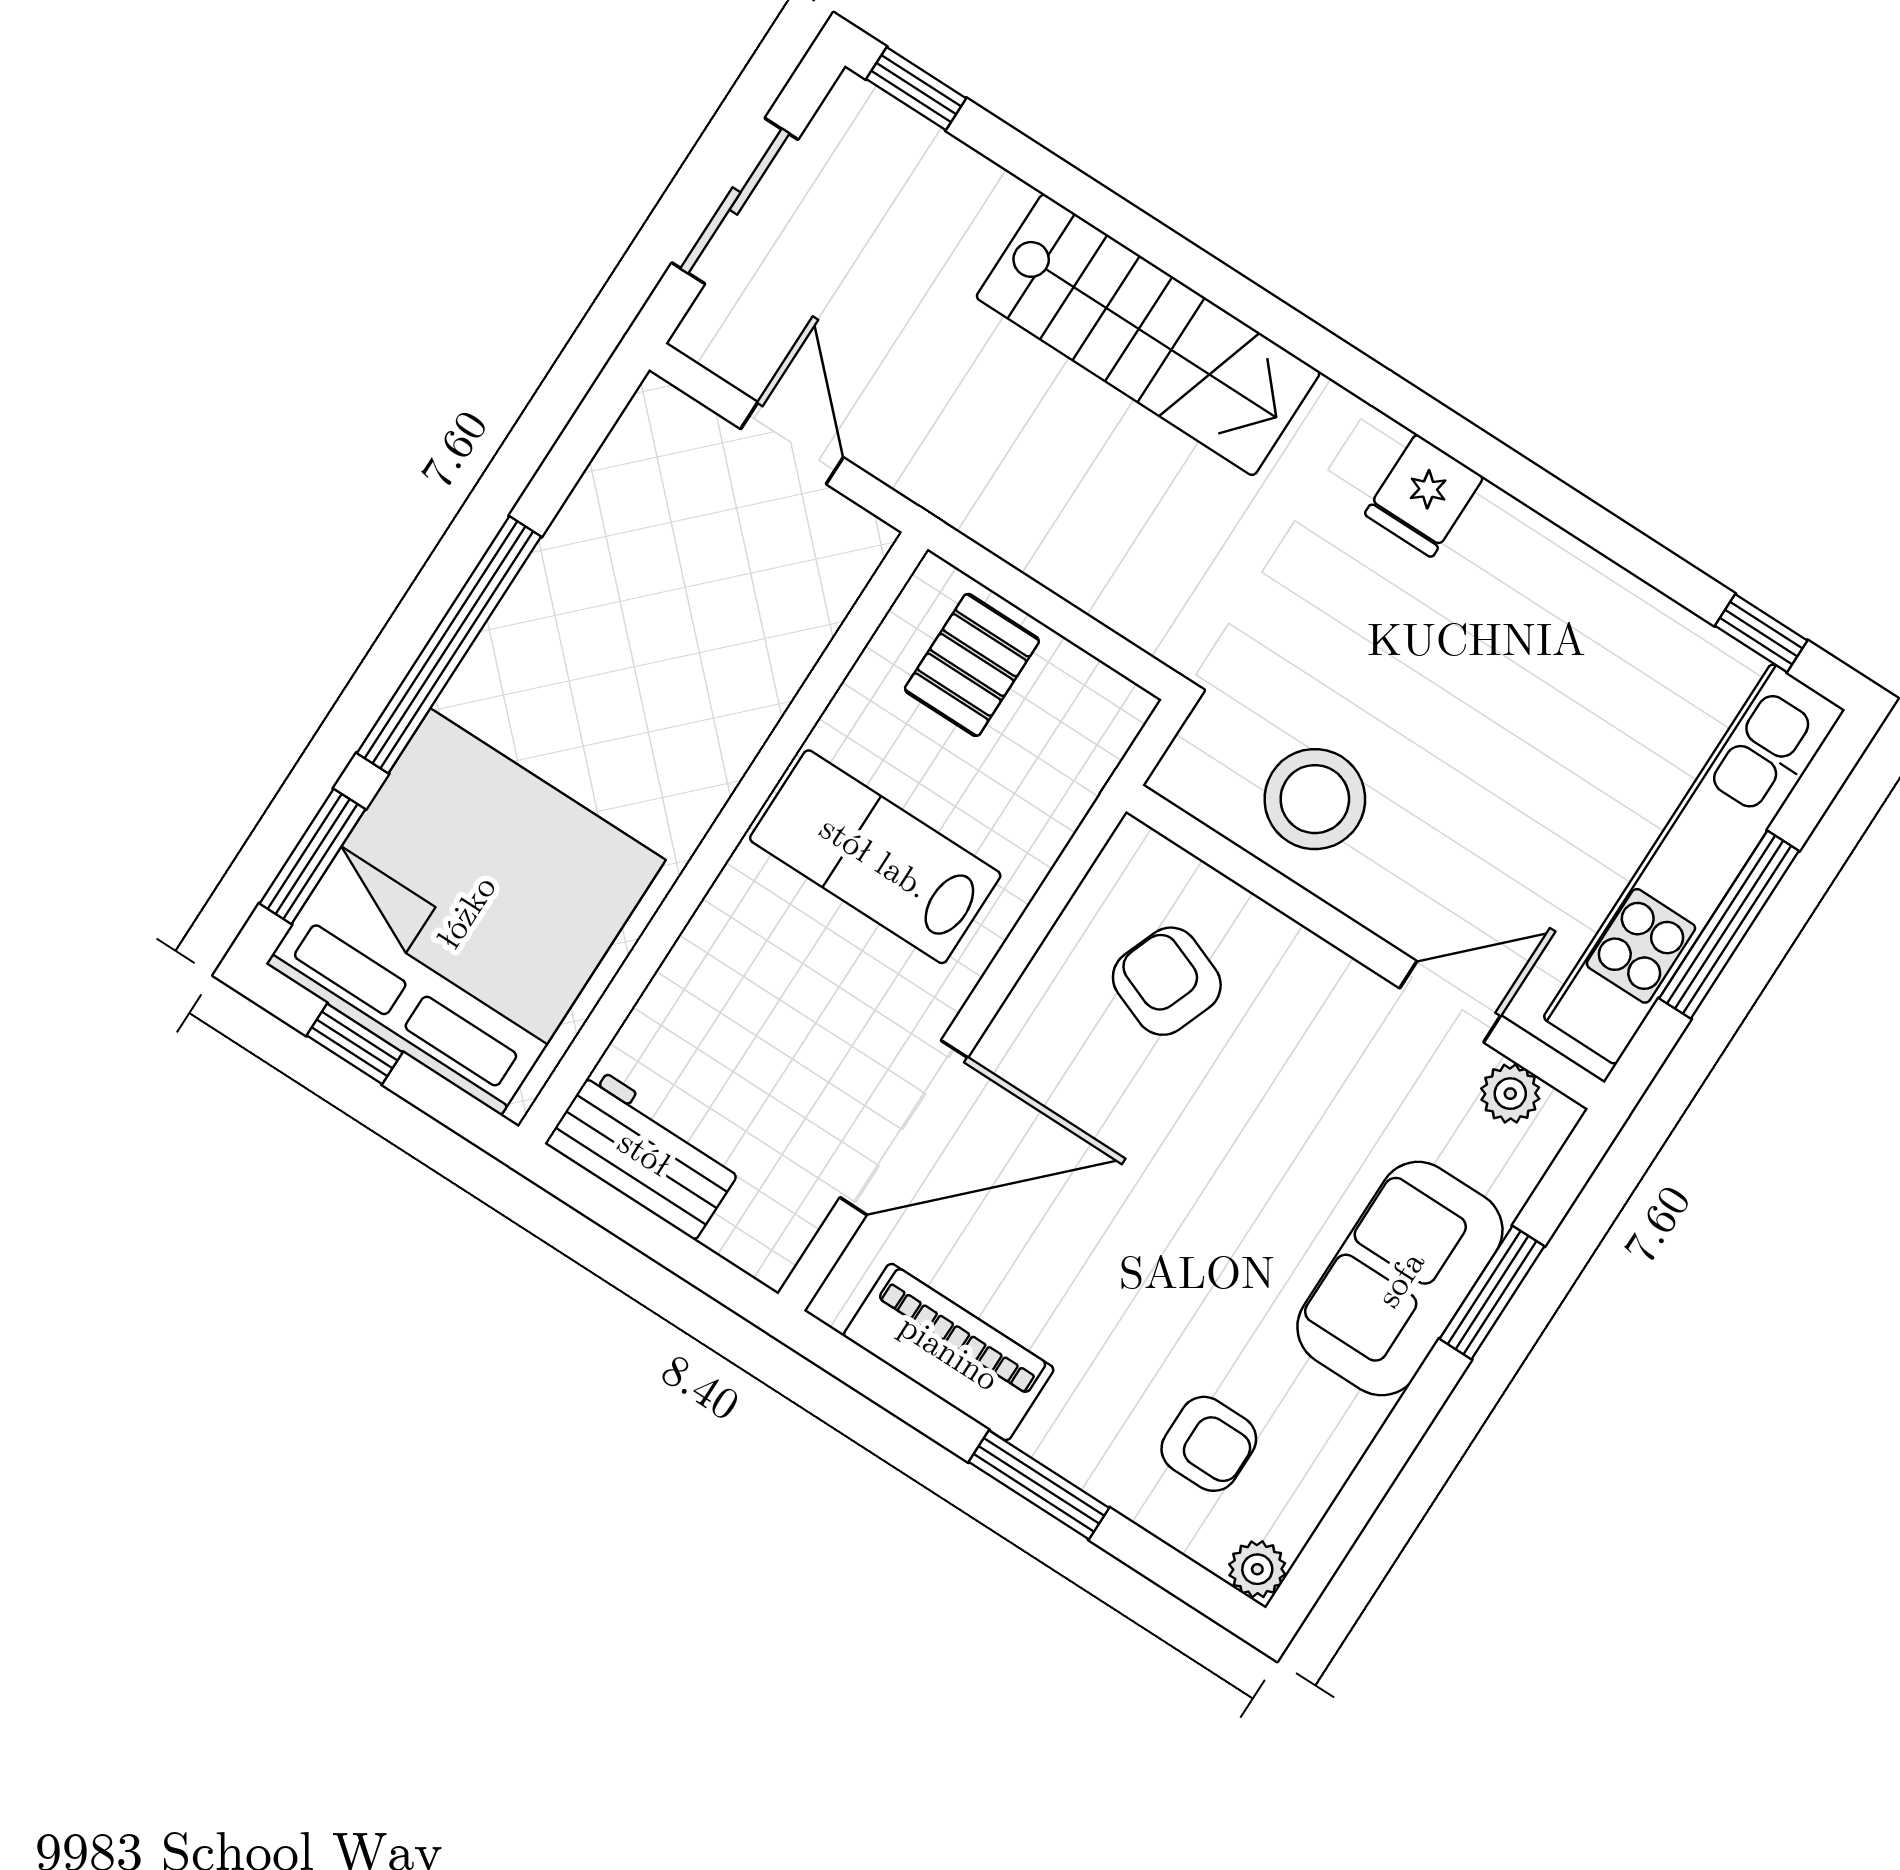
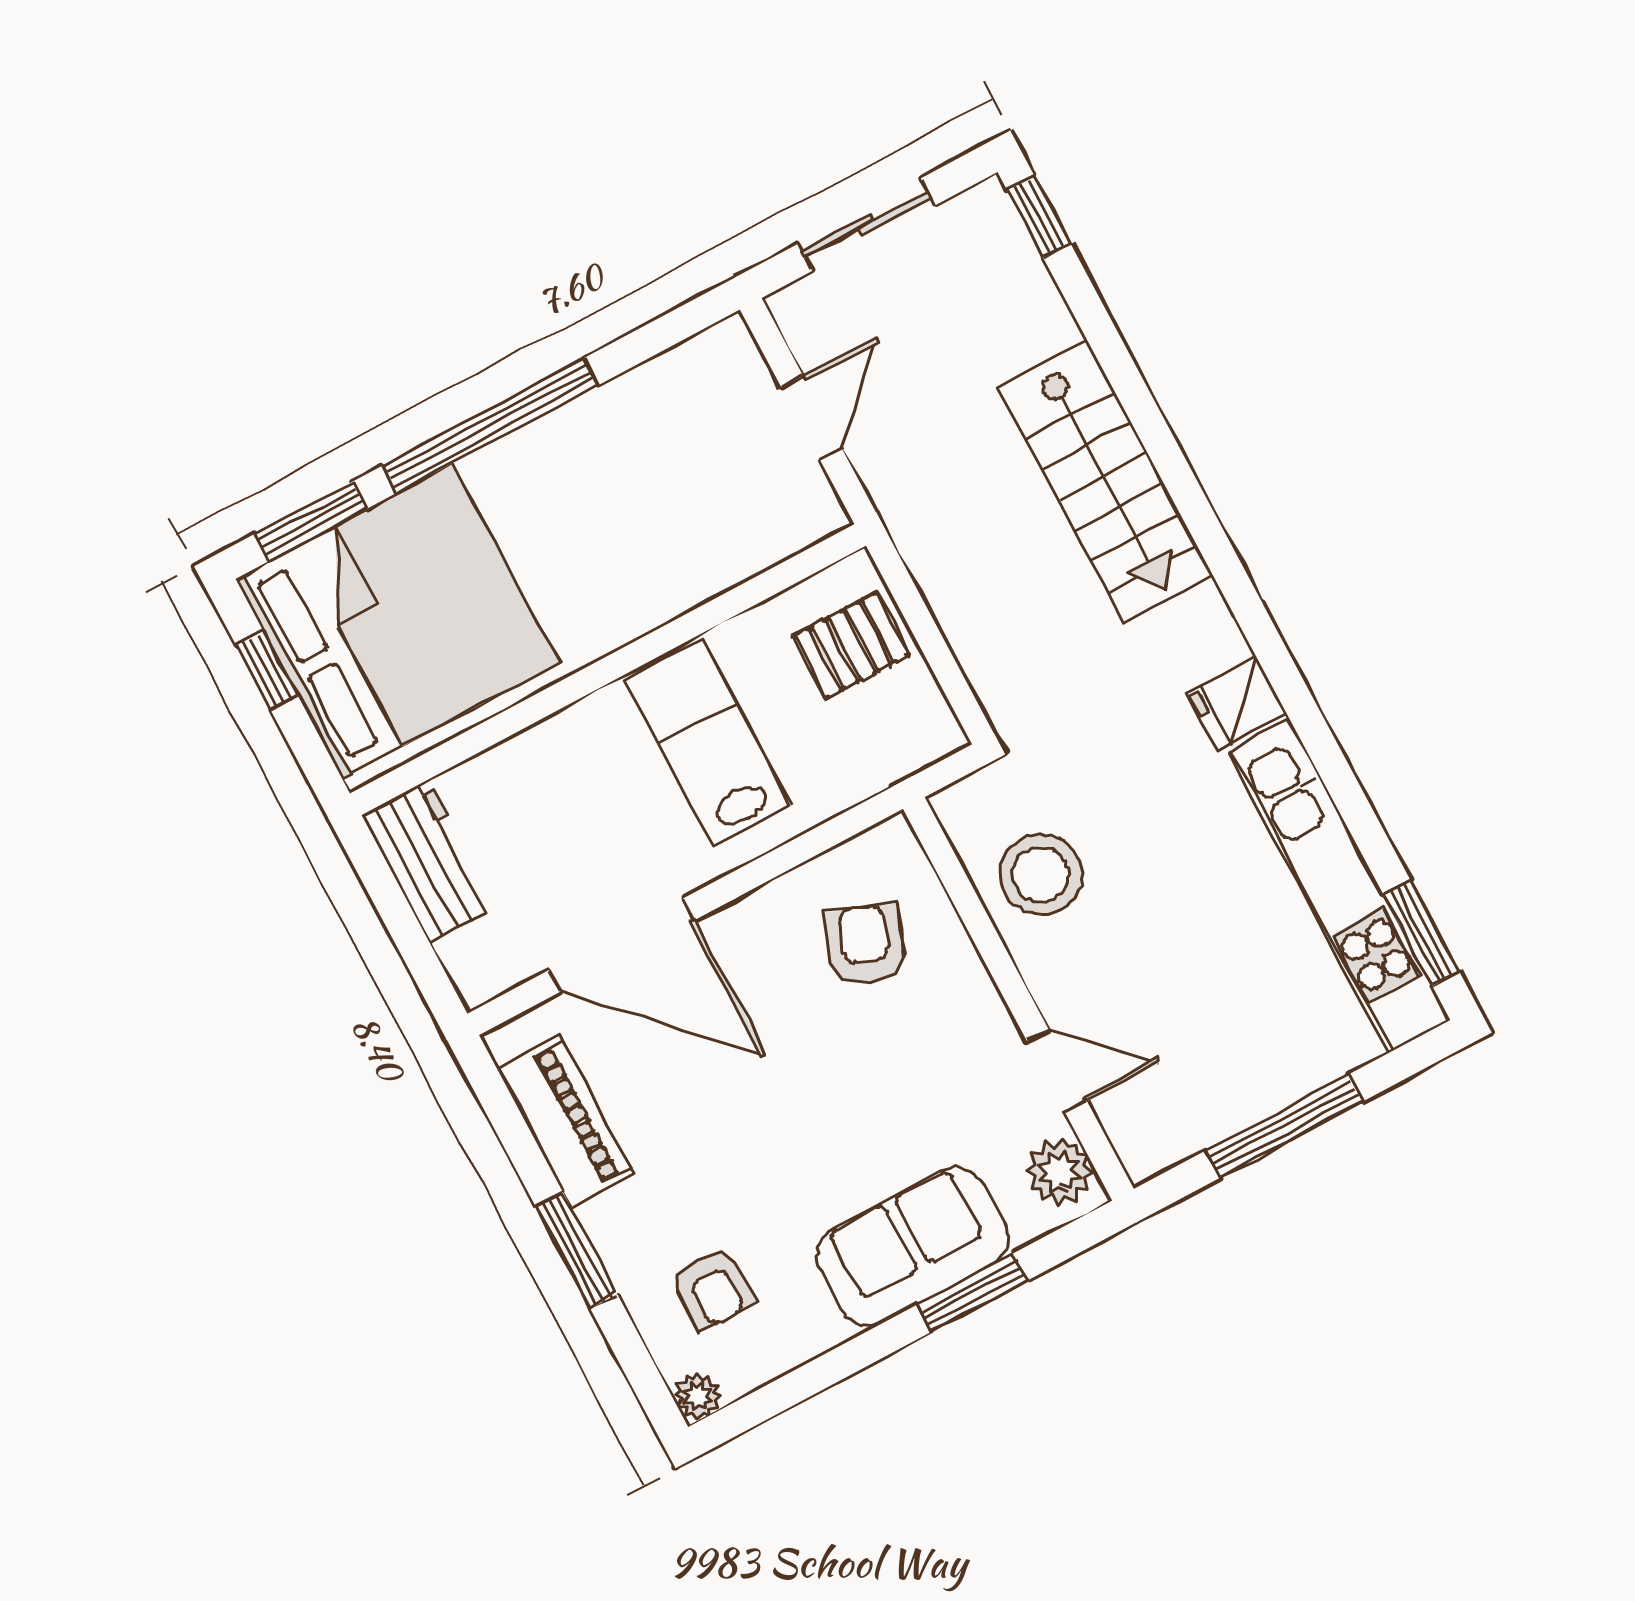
window: (1761, 633) -> (1421, 933), width x1.50
kitchen unit: (1694, 864) -> (1339, 886), moved, turned -90
plant: (1510, 1094) -> (1059, 1172), width x1.38, depth x1.38

